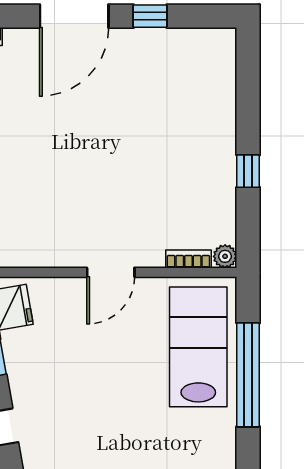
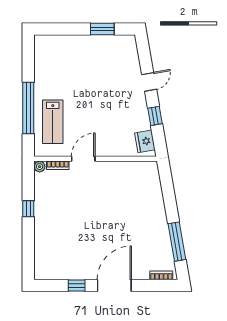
door: (111, 272) -> (83, 159), moved
lab bench: (198, 347) -> (53, 122), width x0.73, depth x0.72

